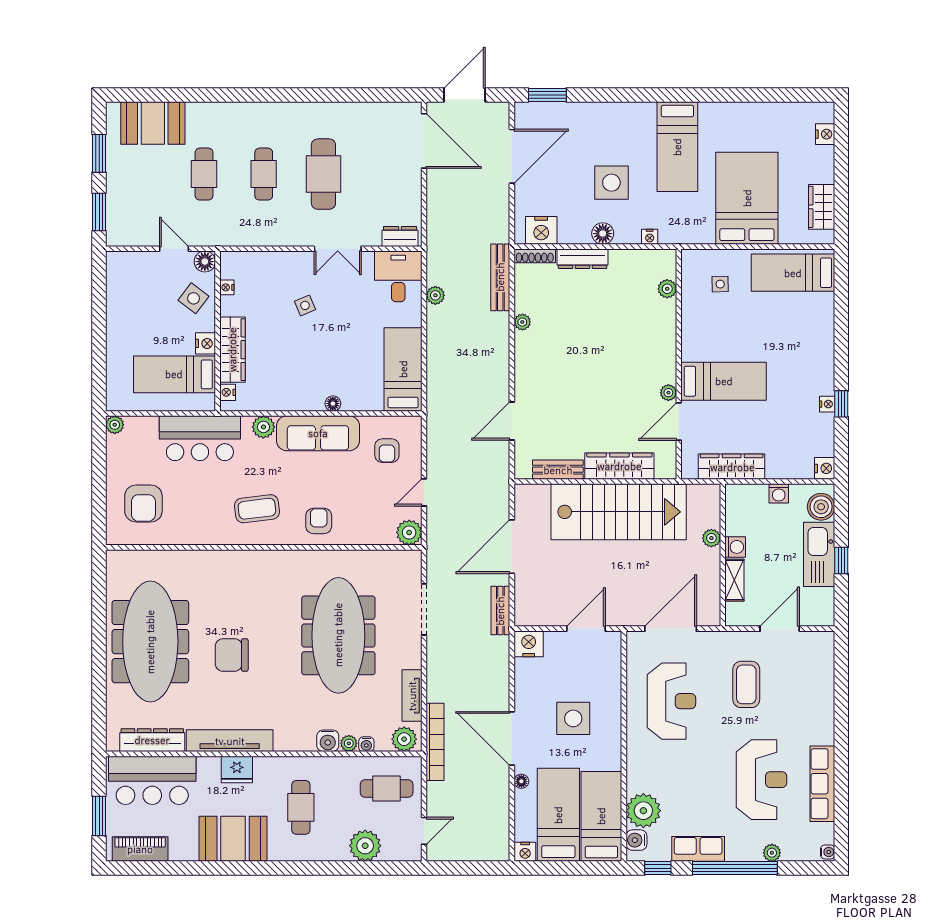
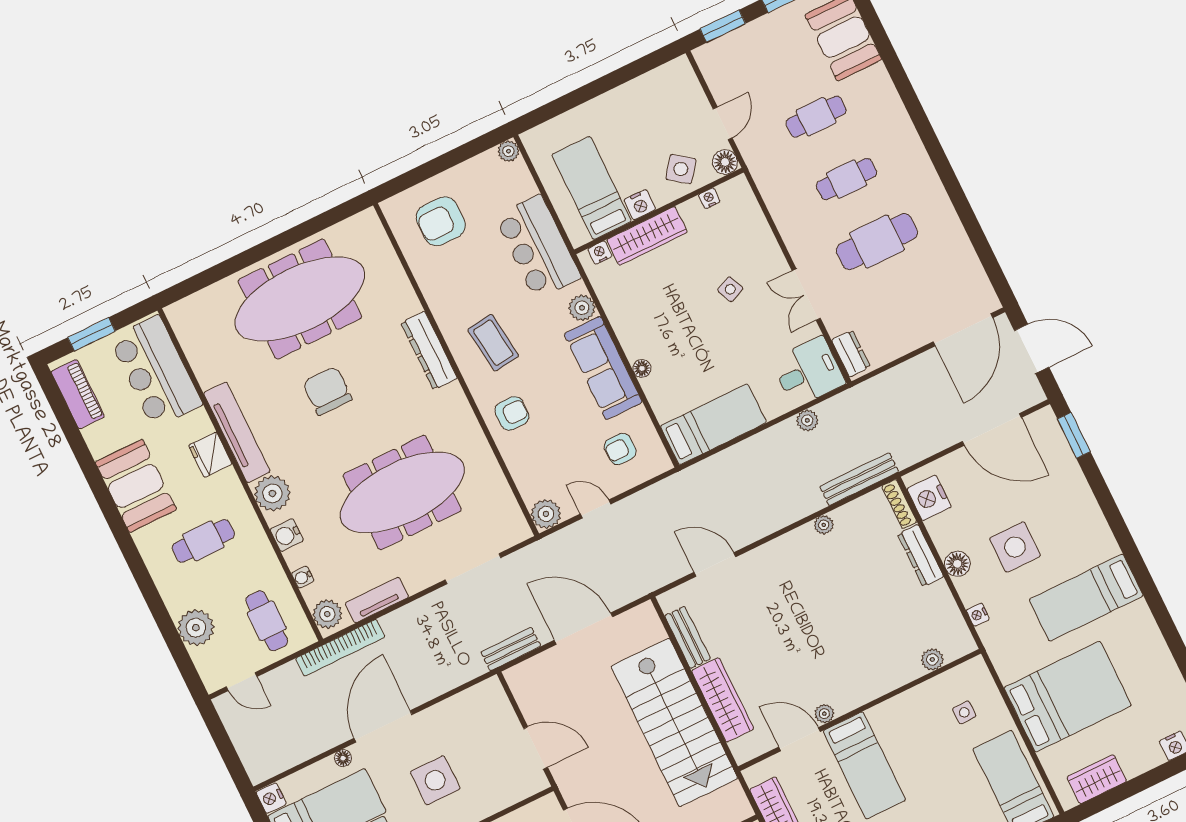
nightstand: (529, 644) -> (490, 696), removed
dresser: (152, 740) -> (429, 351), moved, turned 180
plant: (349, 743) -> (272, 493), moved, width x1.88, depth x1.88

